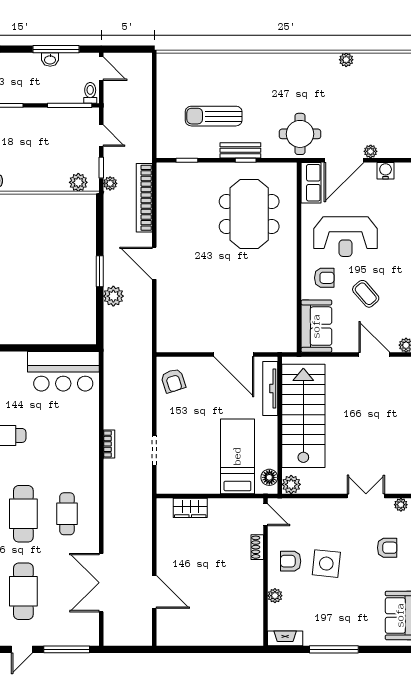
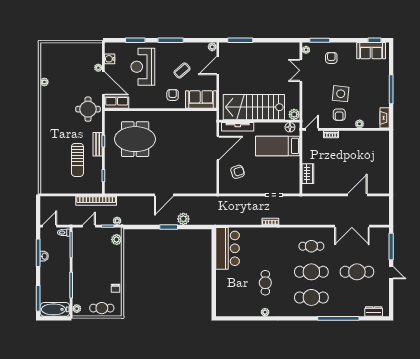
bookcase: (144, 198) -> (96, 201), moved
reception desk: (346, 237) -> (143, 67), moved, turned 180
armchair: (173, 381) -> (238, 172), moved

